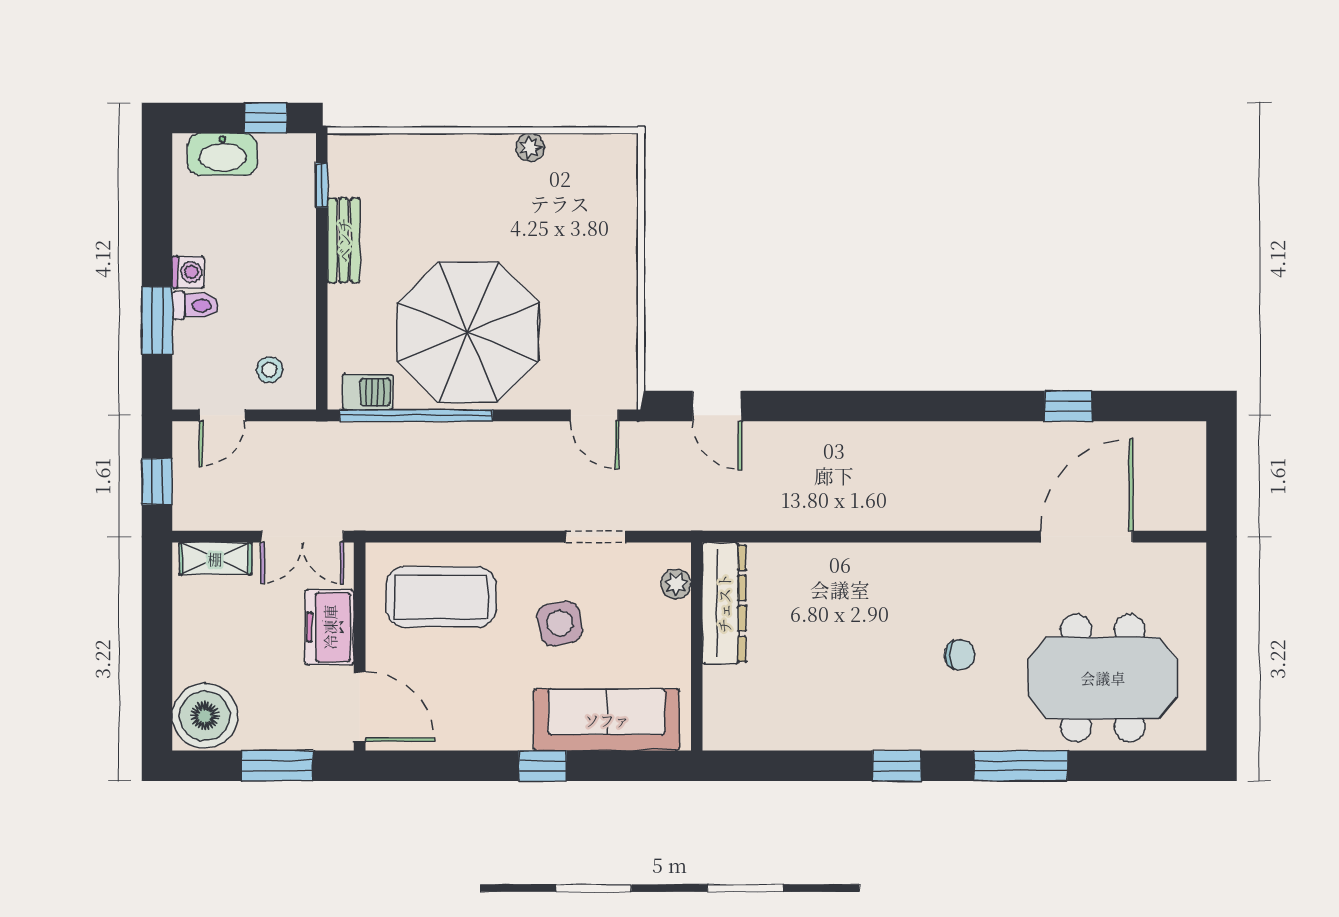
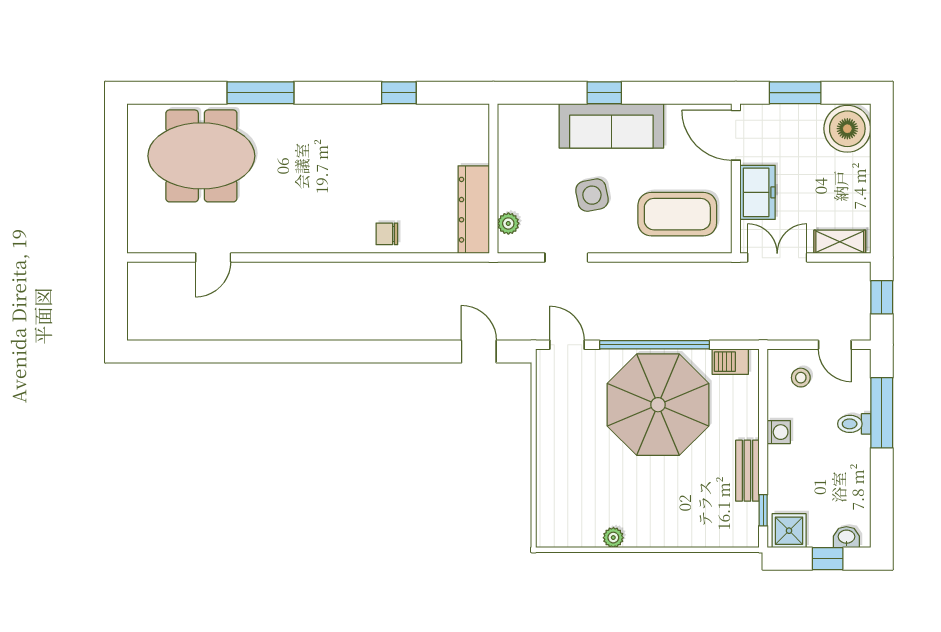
window: (265, 118) -> (828, 559), moved
washbasin: (222, 154) -> (846, 537), width x0.52, depth x0.69
shower: (286, 157) -> (789, 531), added
washing machine: (188, 272) -> (779, 432), moved, turned 180
window: (157, 321) -> (882, 413), width x1.44
window: (1068, 406) -> (226, 352), removed
door: (222, 415) -> (835, 345), swing flipped
window: (416, 415) -> (655, 345), moved
door: (1086, 537) -> (213, 258), width x0.53
chair: (960, 655) -> (387, 234), moved
sofa: (607, 720) -> (611, 126), moved
window: (897, 766) -> (399, 93), moved

